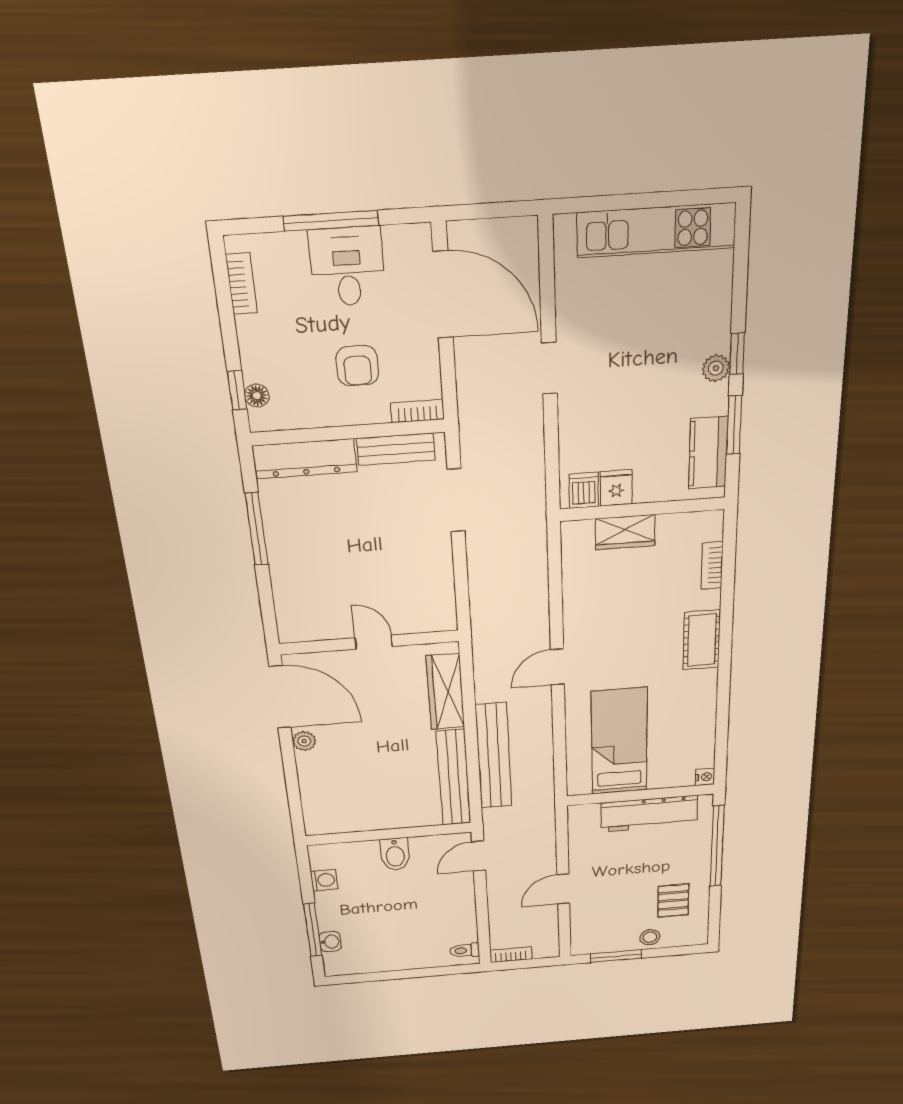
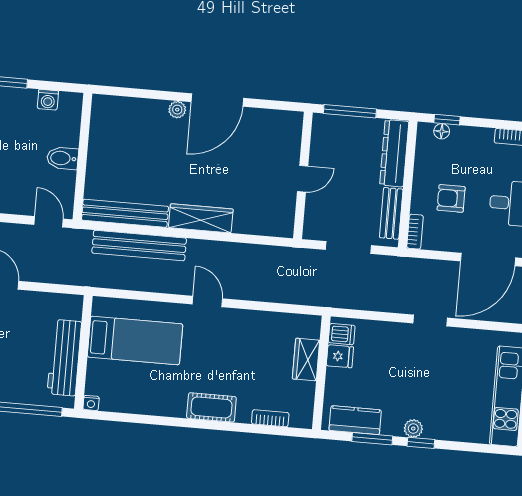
wall: (369, 642) -> (303, 175), moved
door: (374, 642) -> (303, 179), moved

